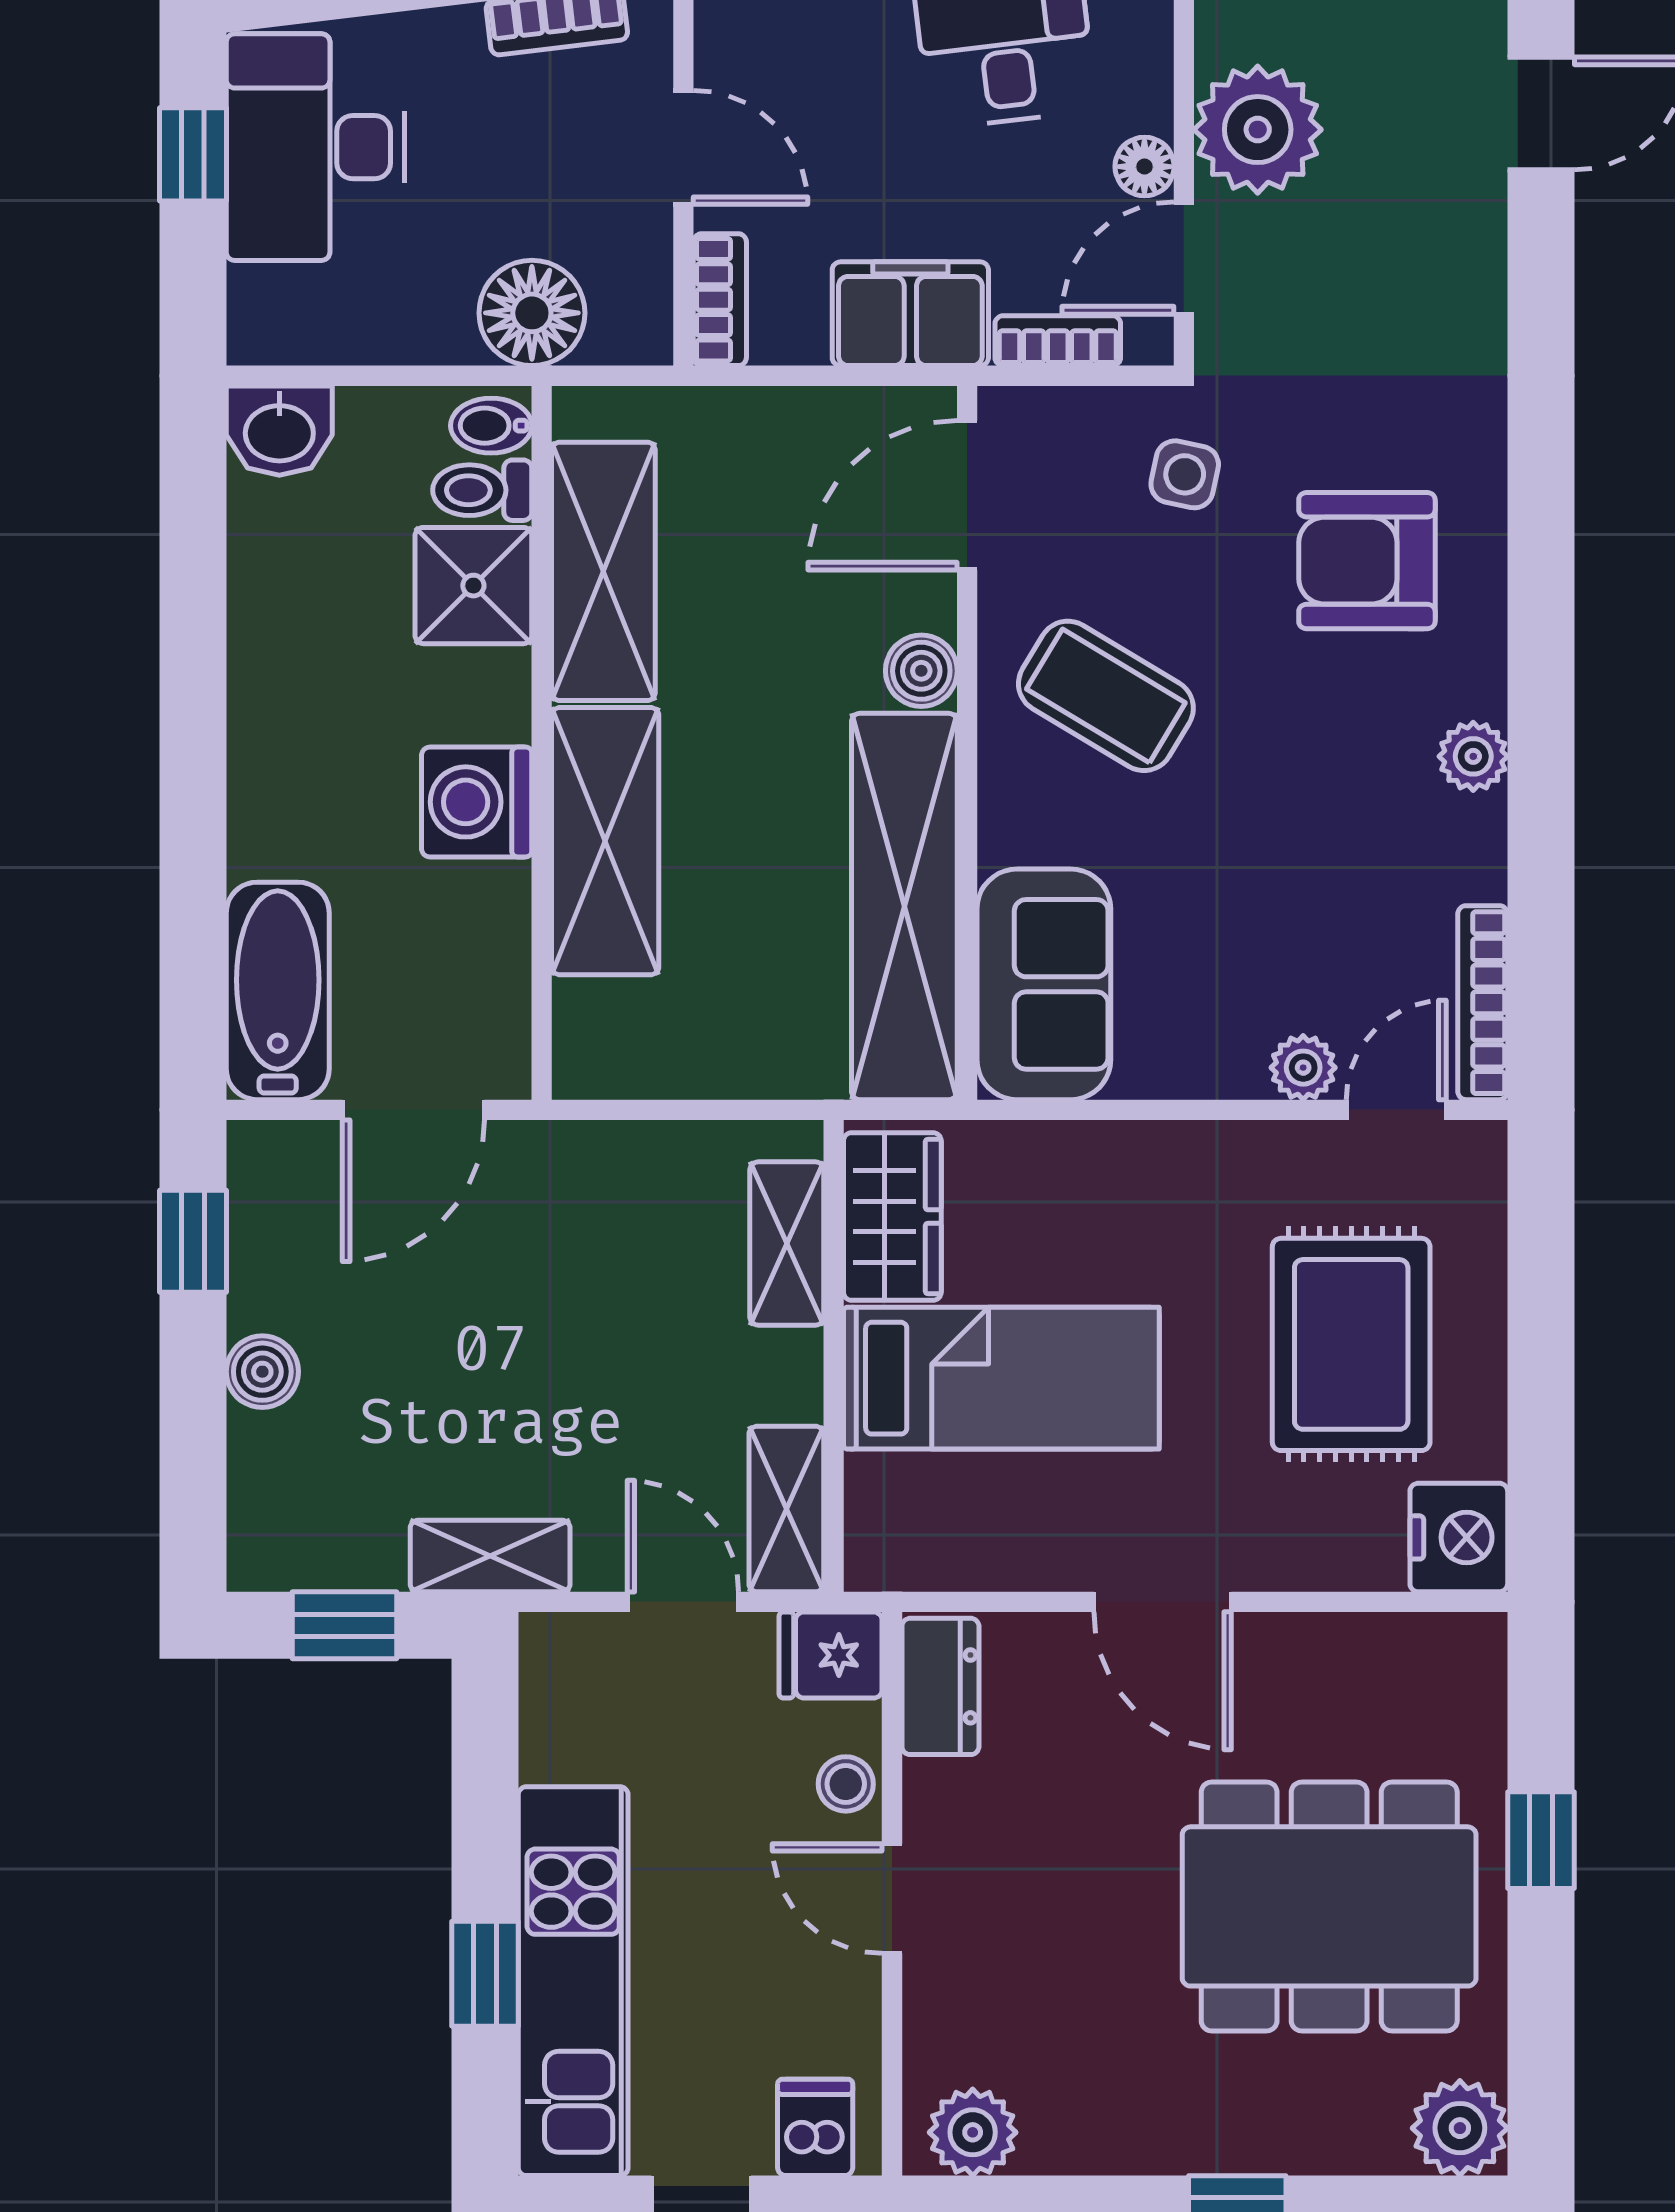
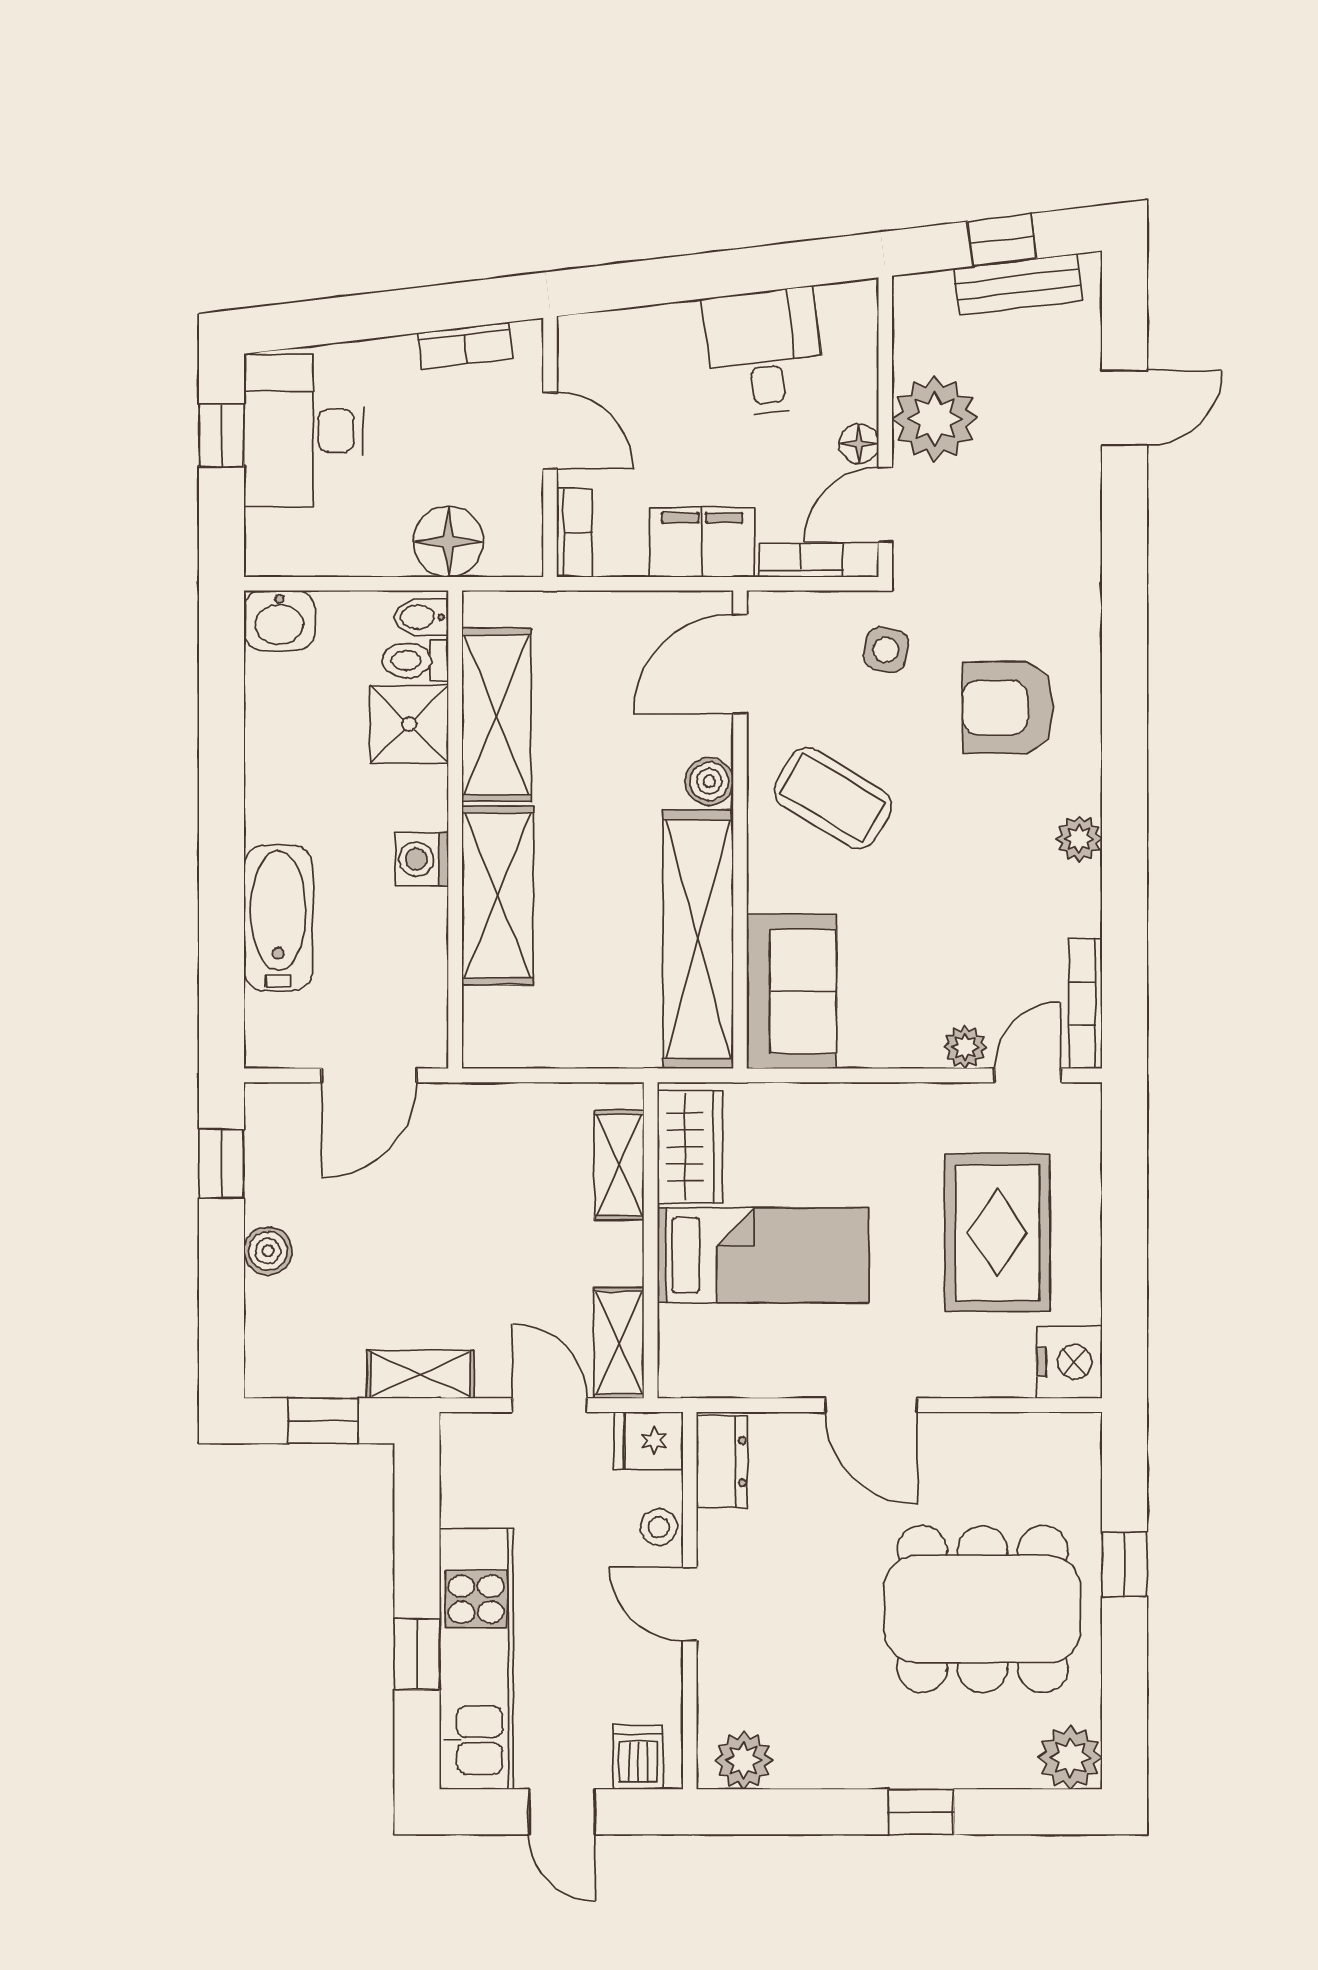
washing machine: (477, 802) -> (422, 859), width x0.73, depth x0.73
bathtub: (278, 991) -> (278, 918), moved

